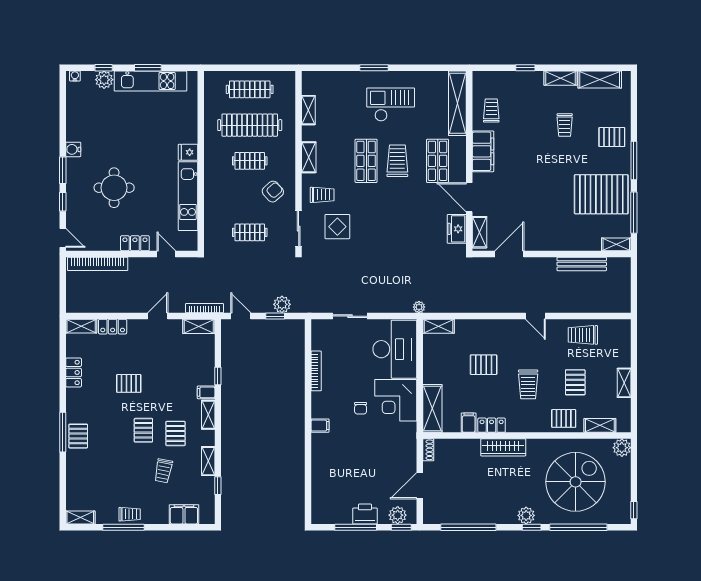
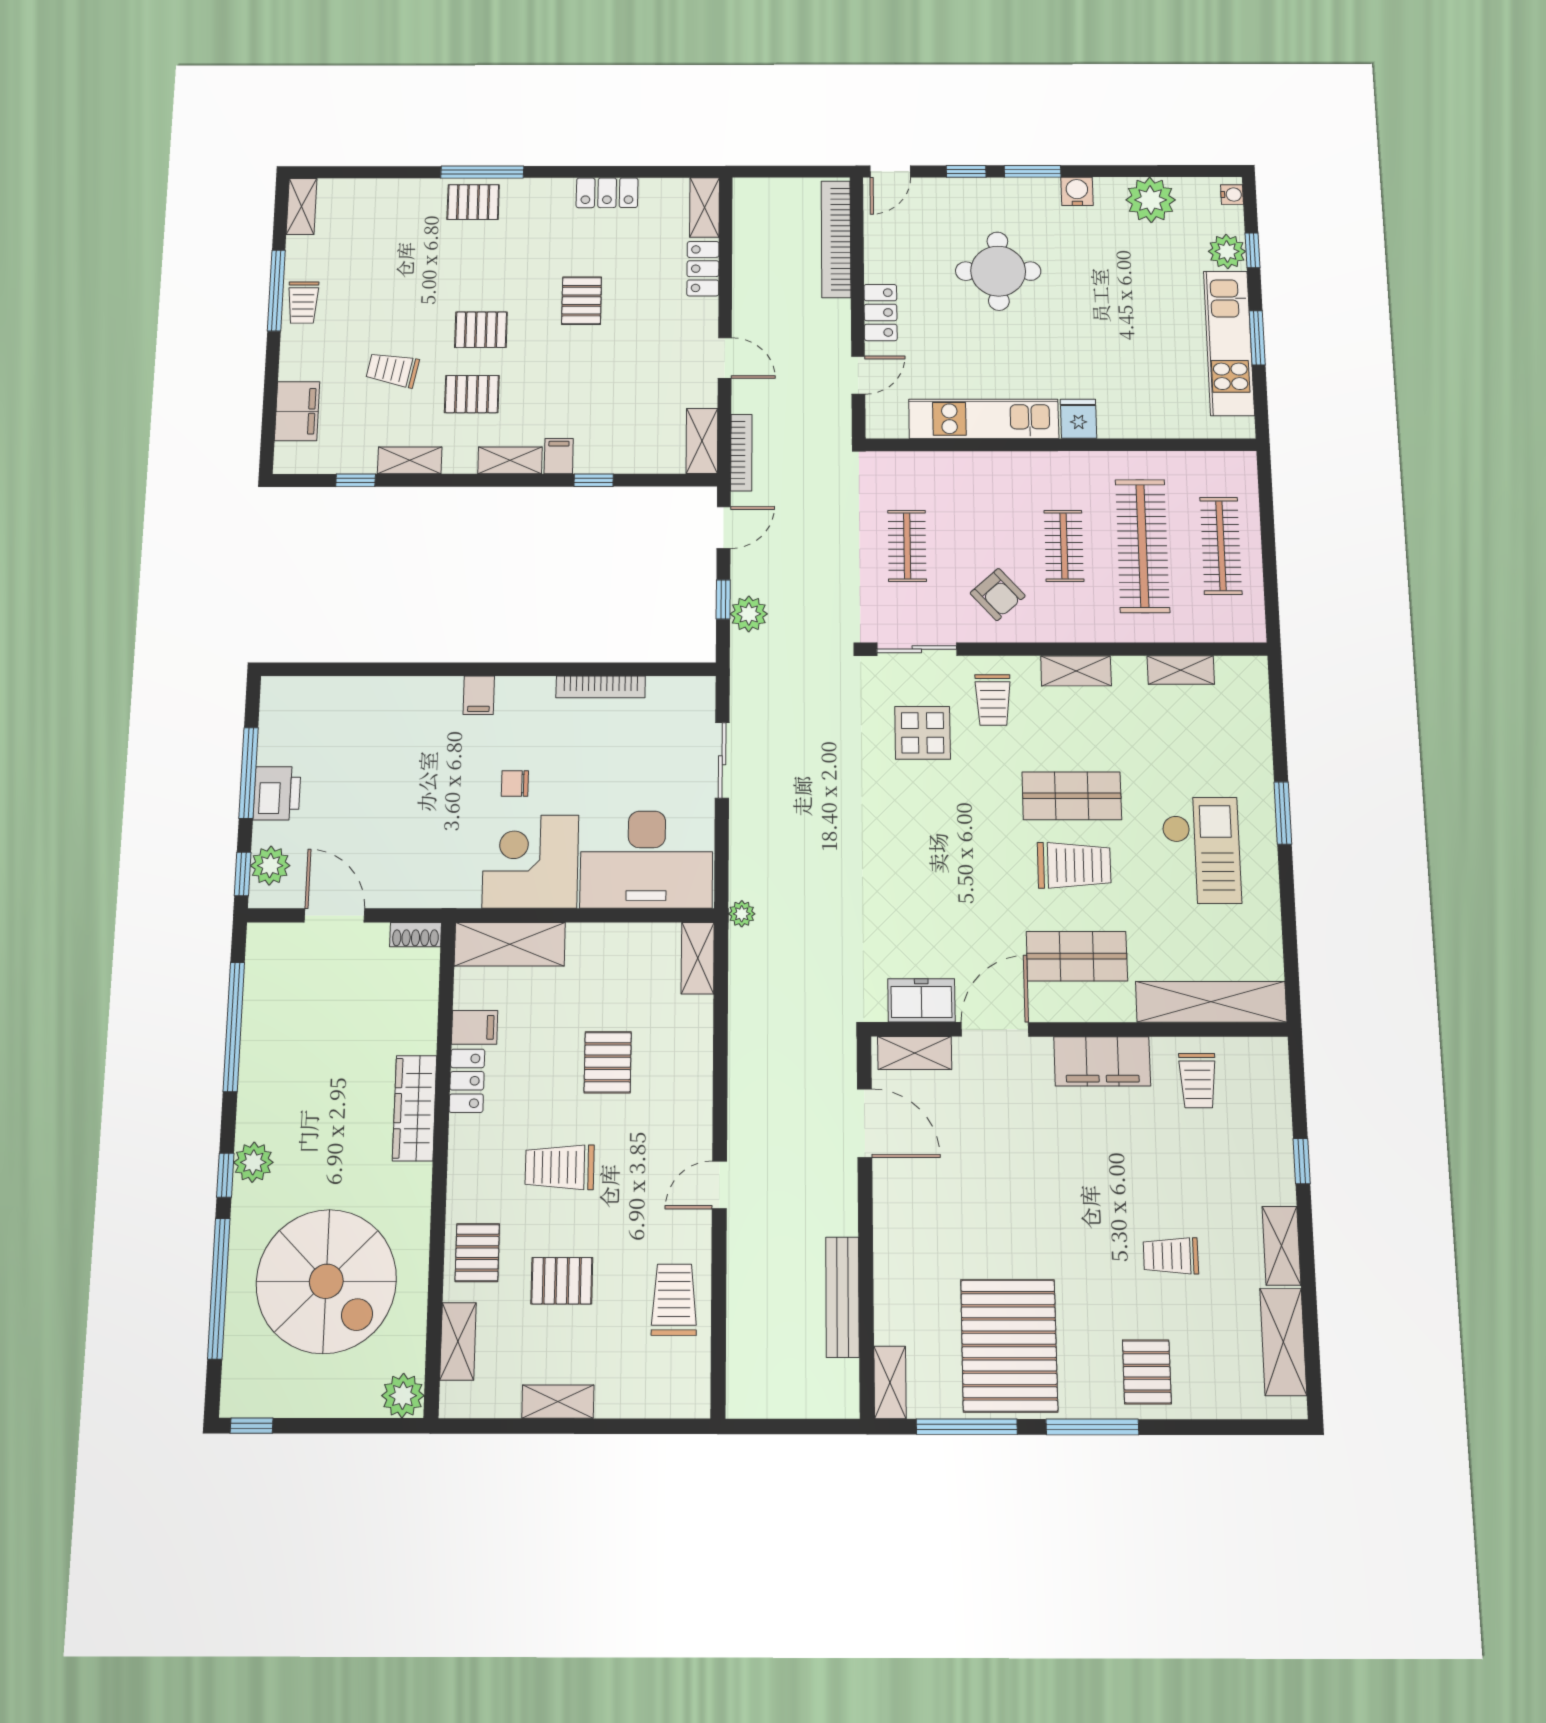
trolley: (491, 111) -> (1198, 1080), turned 90
plant: (78, 115) -> (1151, 200), added

